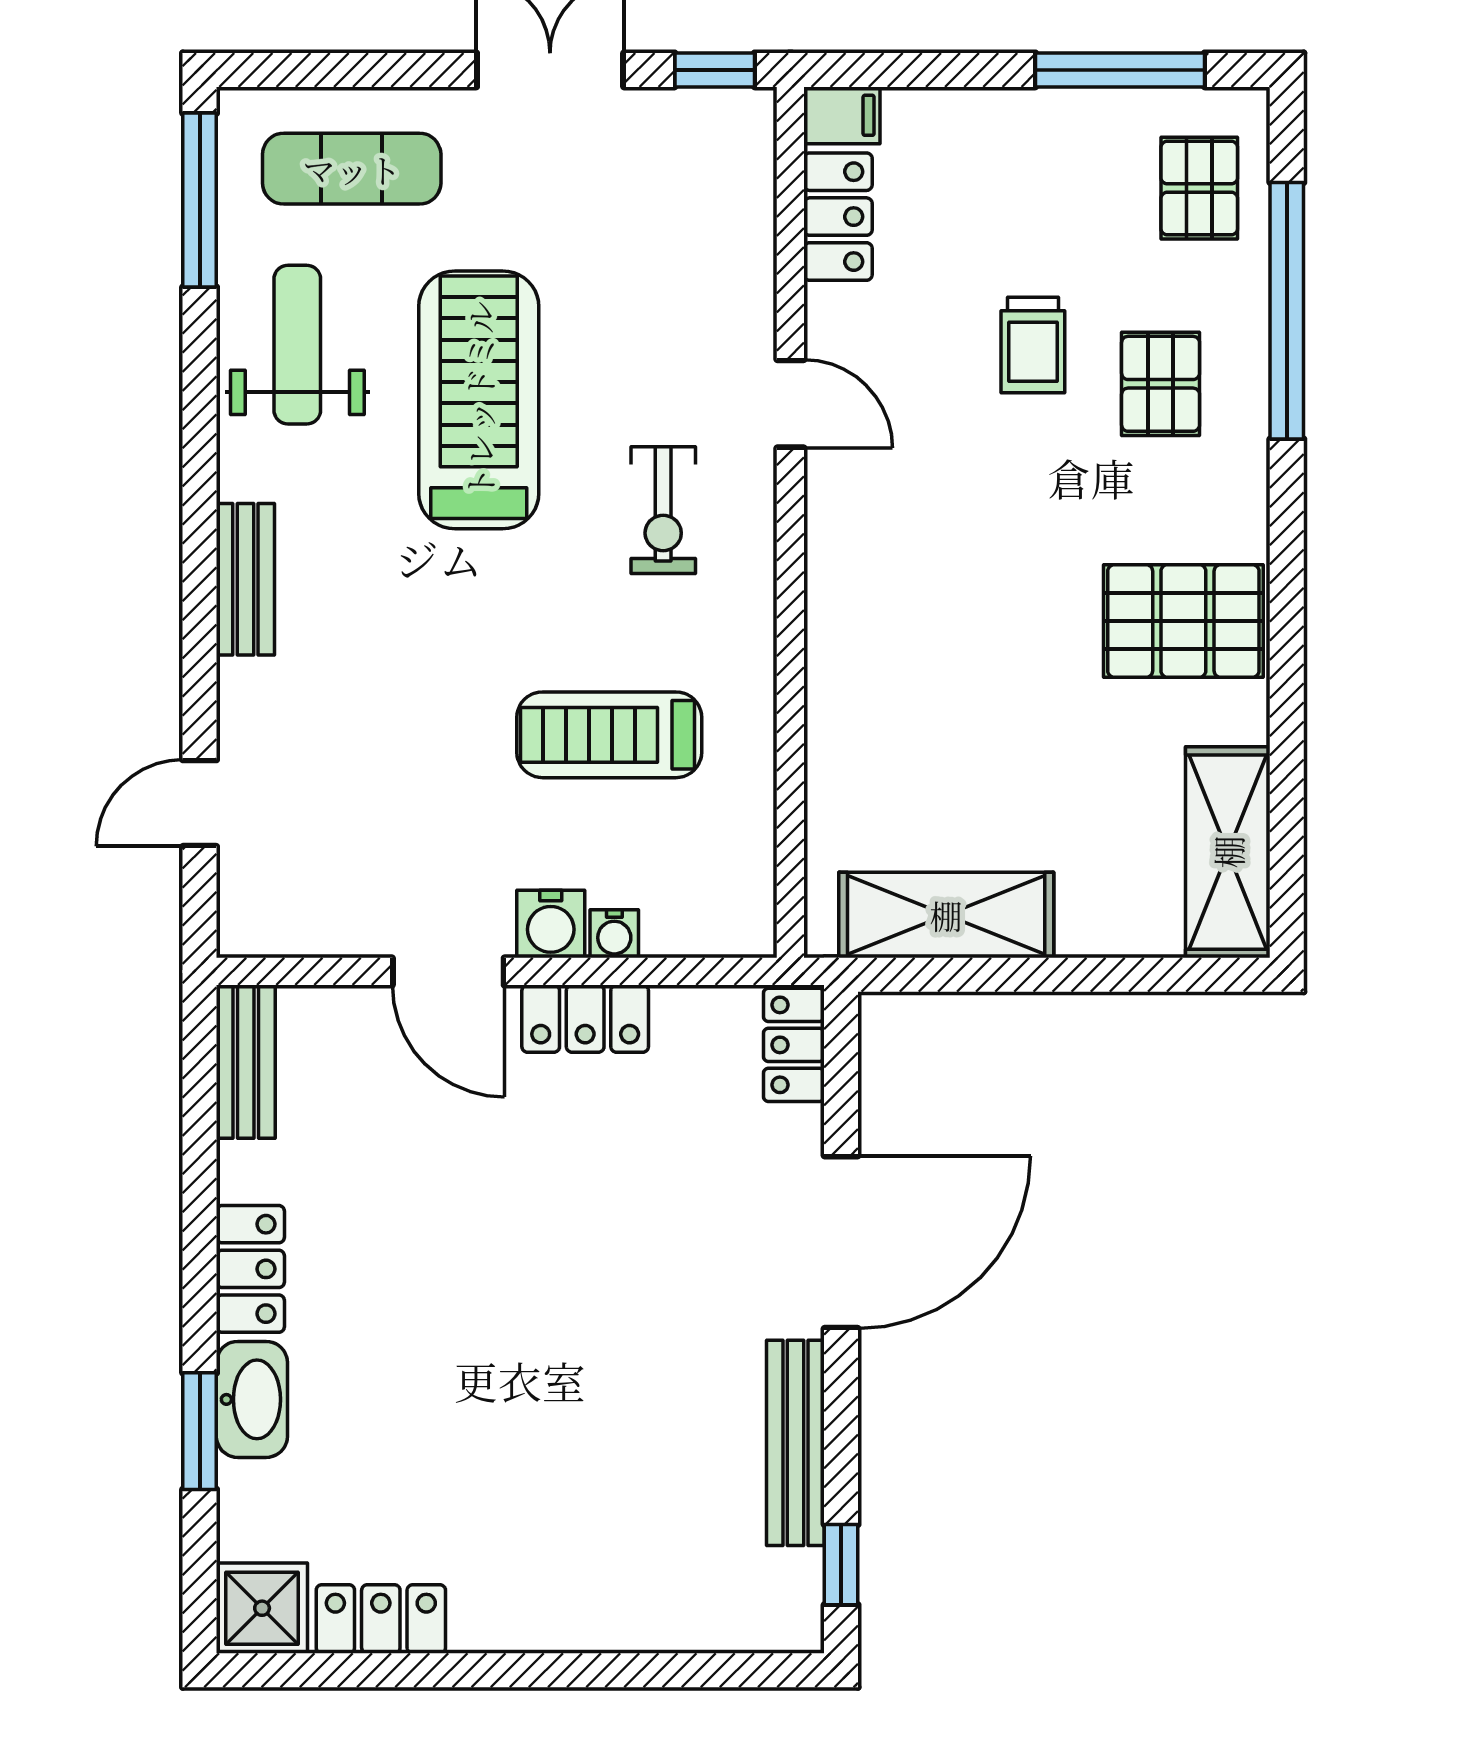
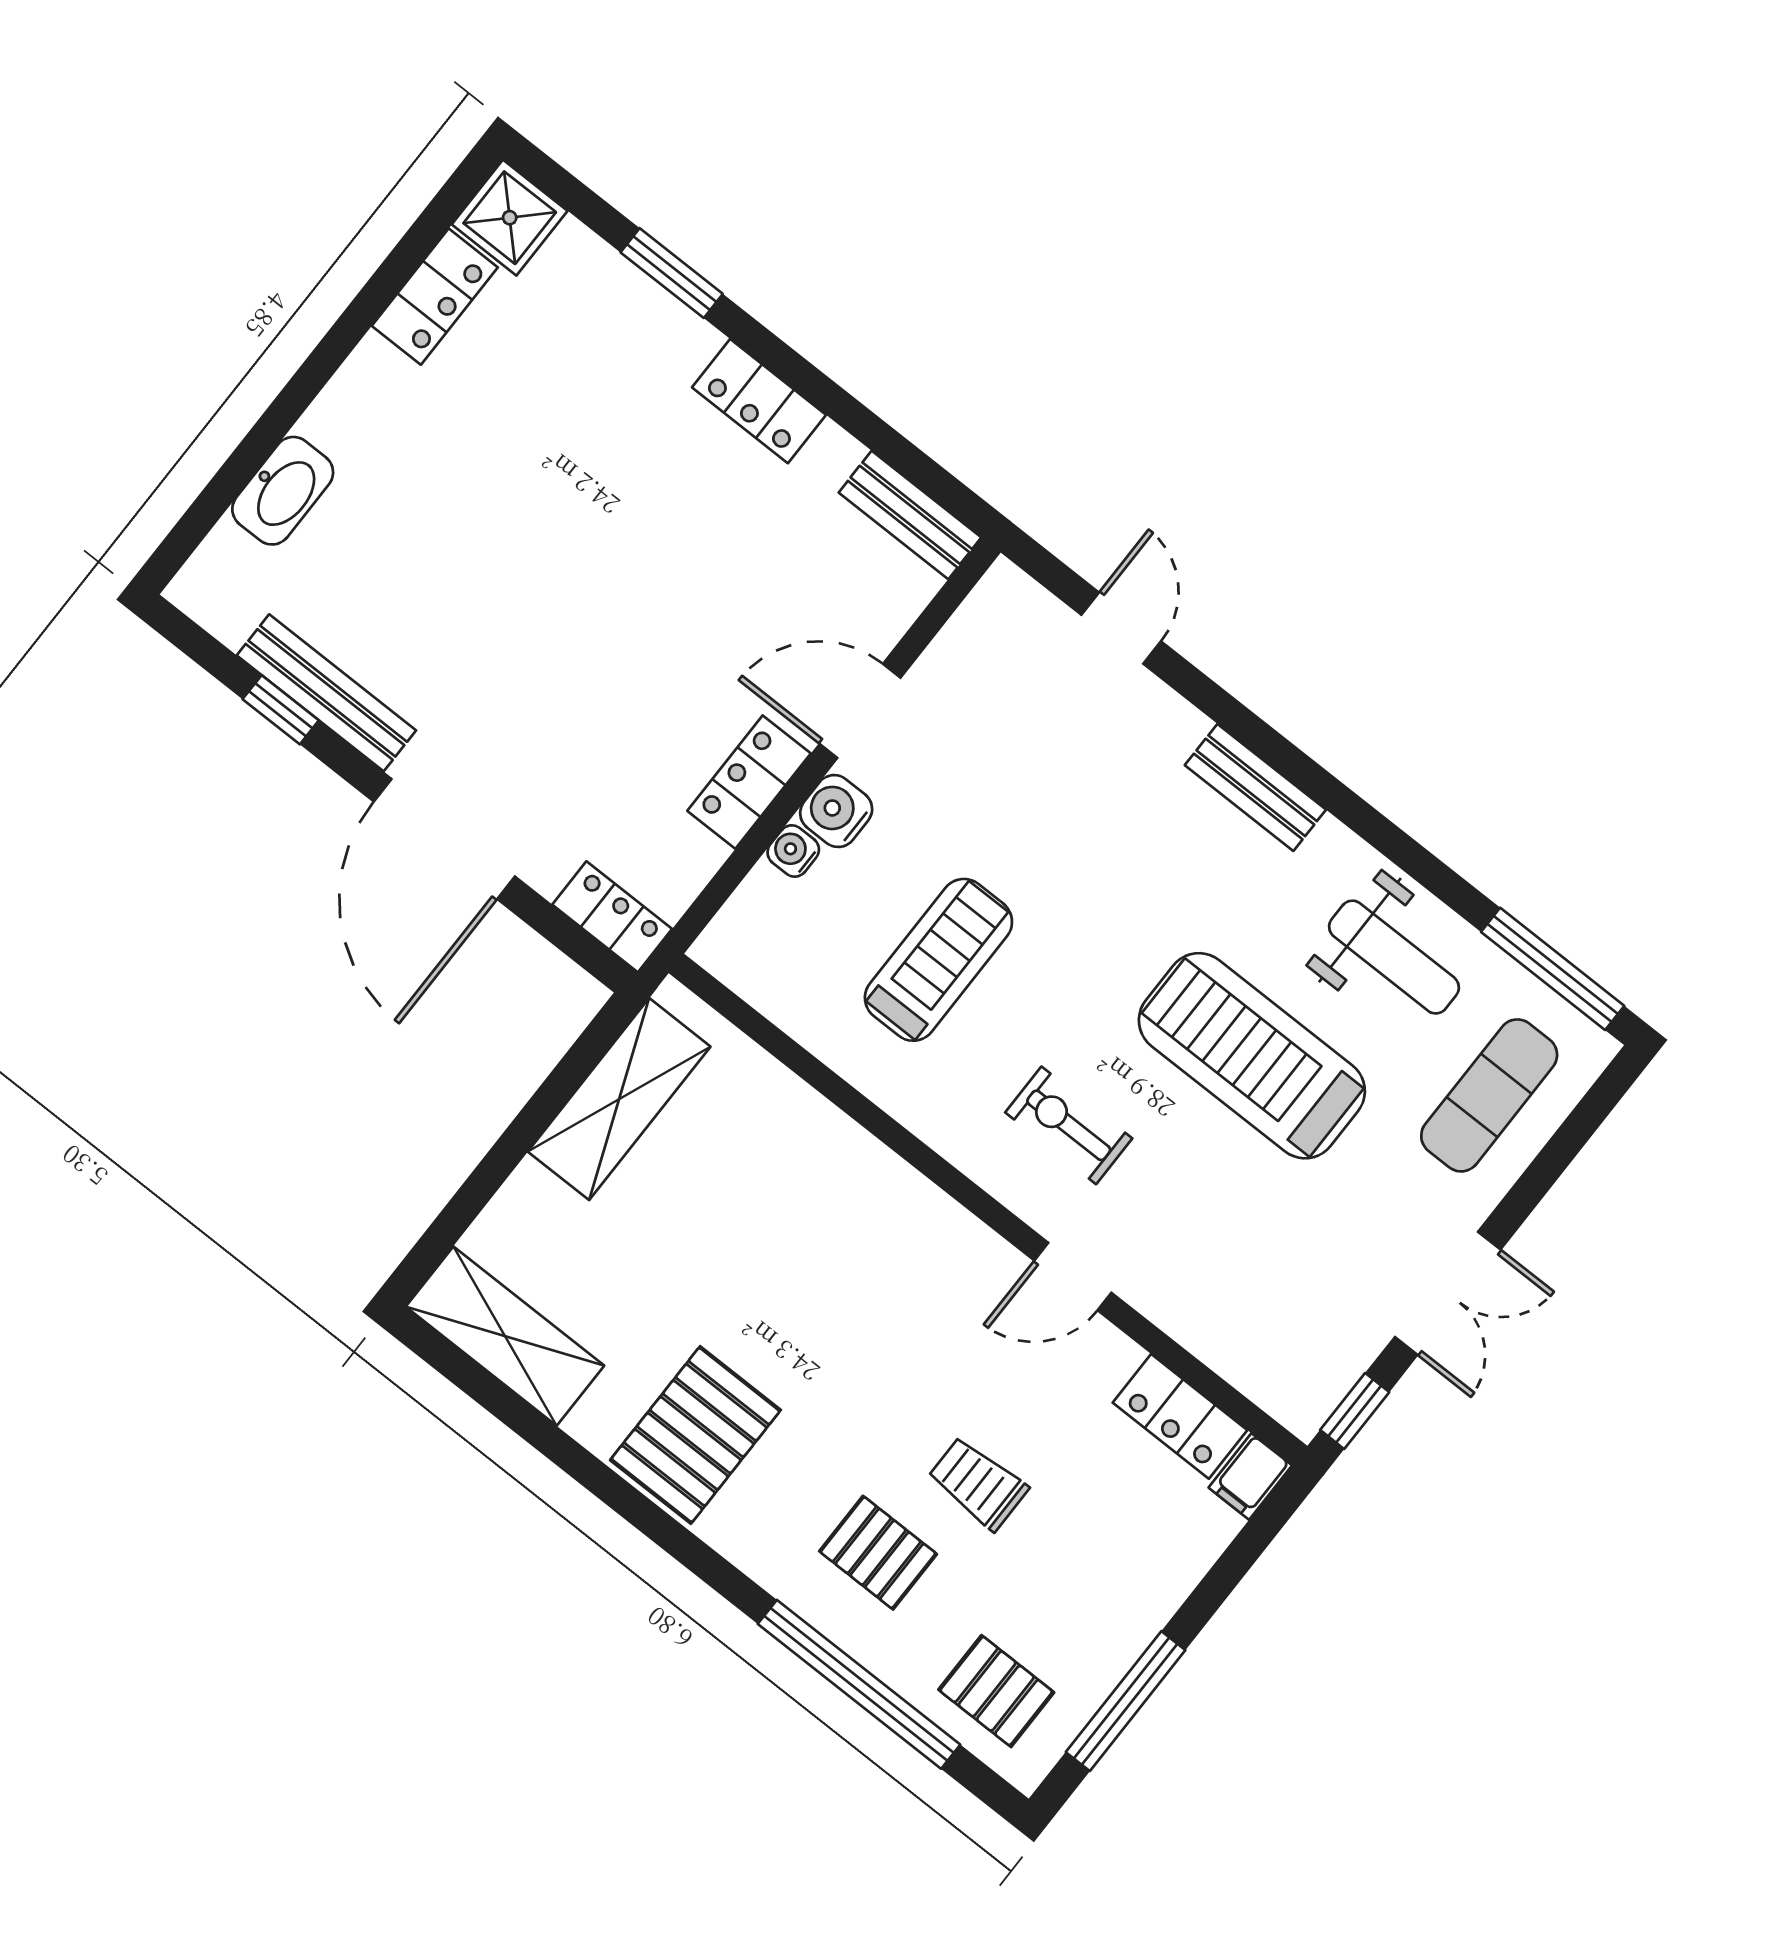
treadmill: (479, 400) -> (1252, 1056), turned 180
washbasin: (252, 1399) -> (283, 491), moved, turned -90
window: (841, 1565) -> (281, 710), moved

